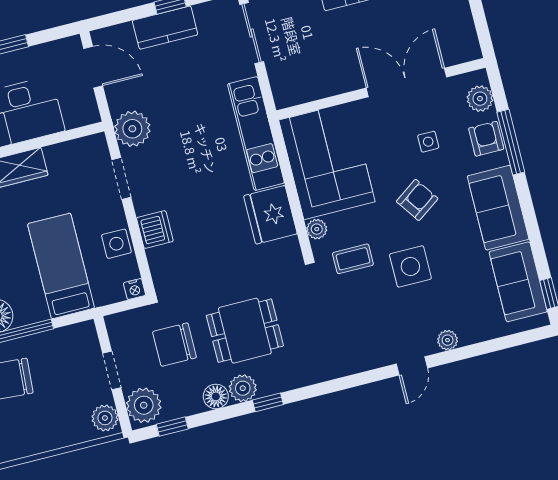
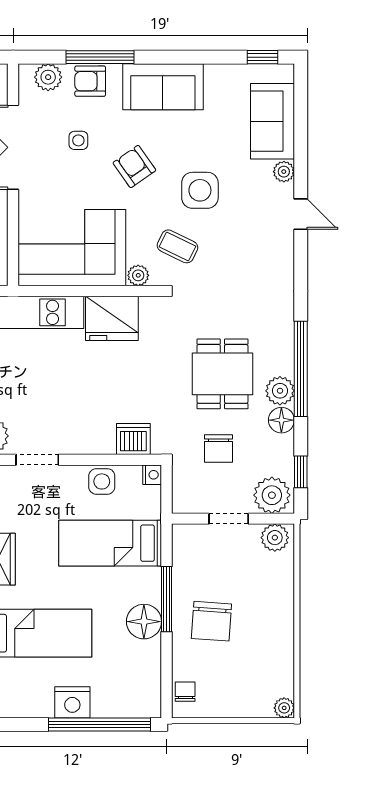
dishwasher: (155, 230) -> (133, 439), moved
coffee table: (353, 259) -> (177, 246), turned -64
sofa: (518, 282) -> (272, 121), moved, turned 90
chair: (175, 345) -> (219, 449), width x0.73, depth x0.73
window: (268, 402) -> (301, 369), width x3.17

